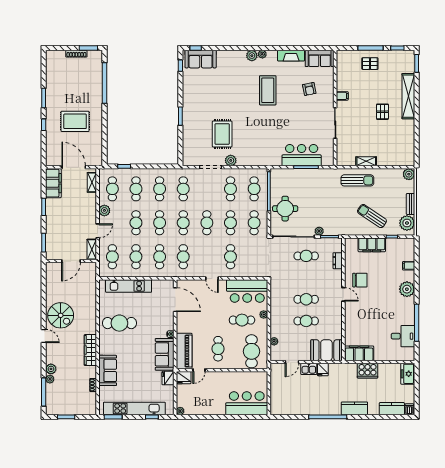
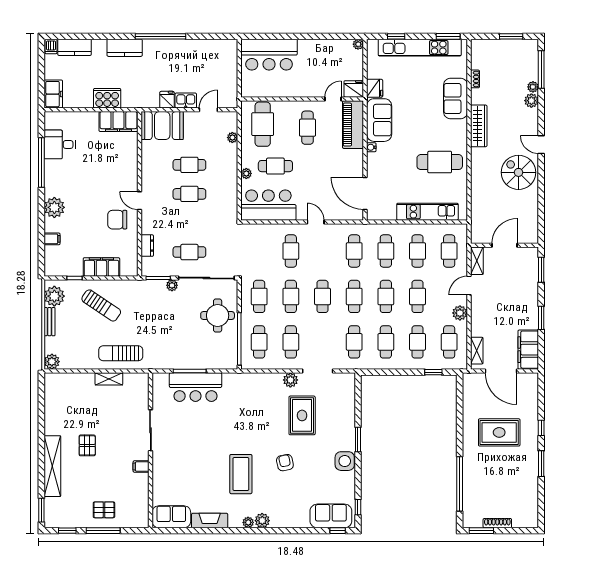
armchair: (309, 89) -> (285, 463), moved
side table: (190, 100) -> (345, 461), added

